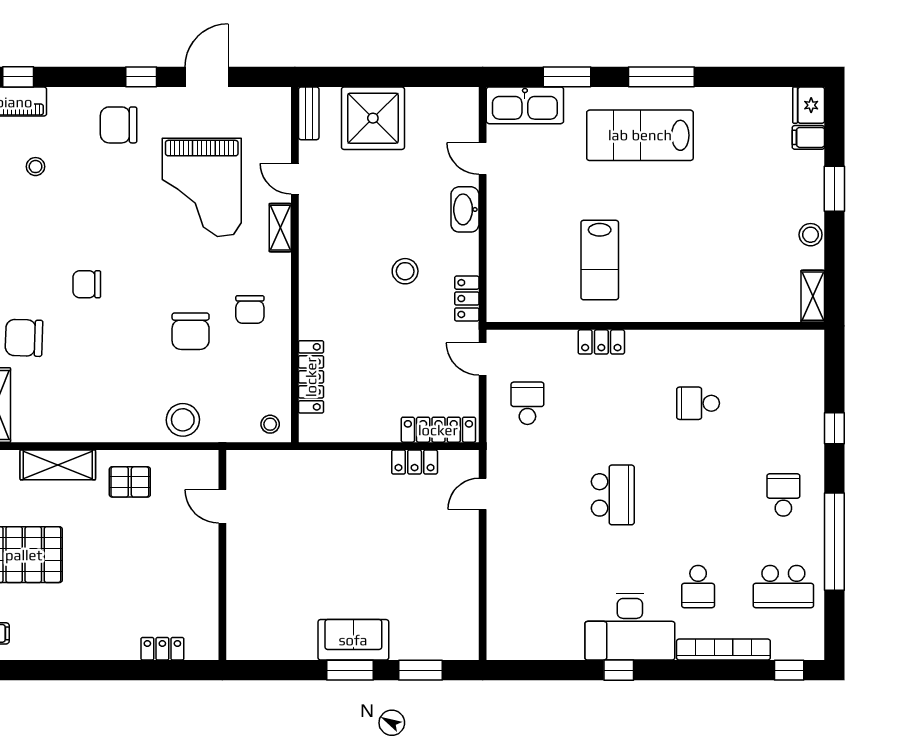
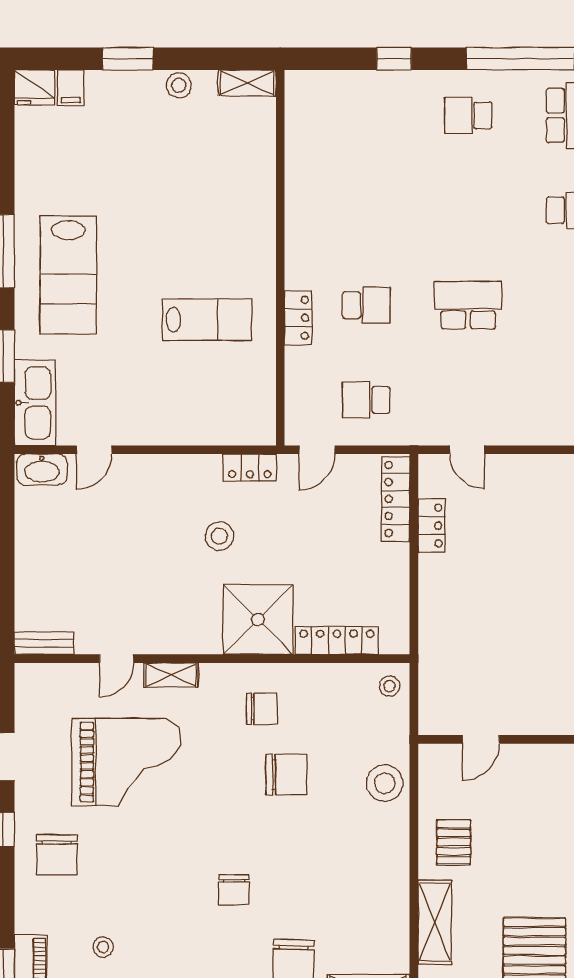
shower: (373, 118) -> (258, 620), moved
washbasin: (465, 209) -> (42, 469), moved
school desk: (698, 403) -> (366, 305), moved, turned -90

